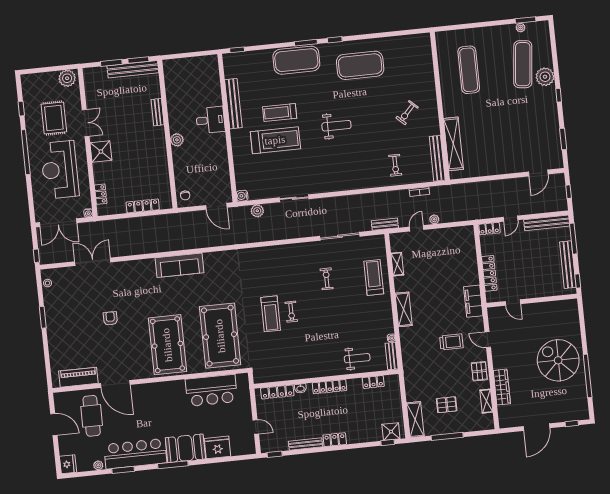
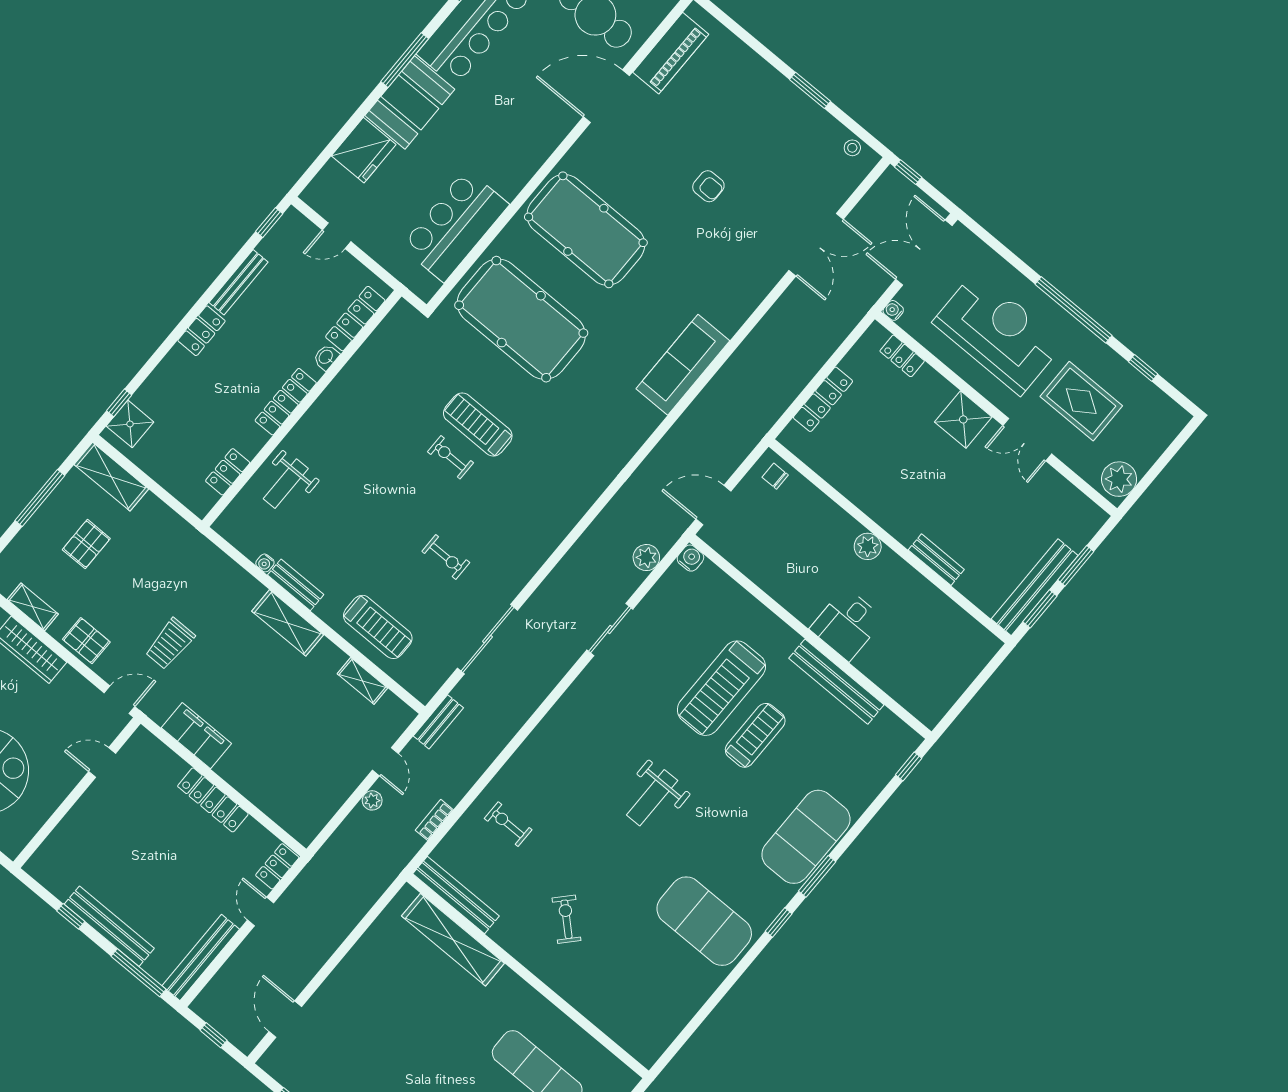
exercise mat: (360, 65) -> (704, 921), turned 90
wall: (532, 301) -> (77, 793), moved
door: (513, 303) -> (102, 762), moved
bench: (392, 356) -> (296, 585), moved

